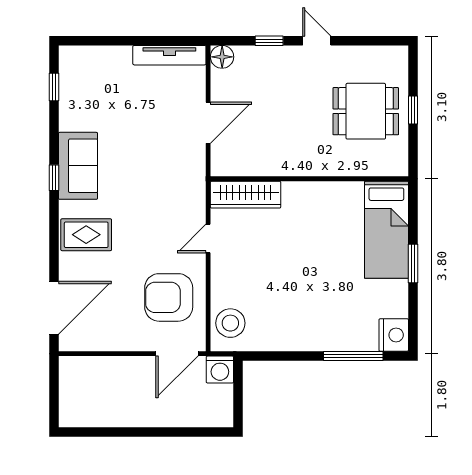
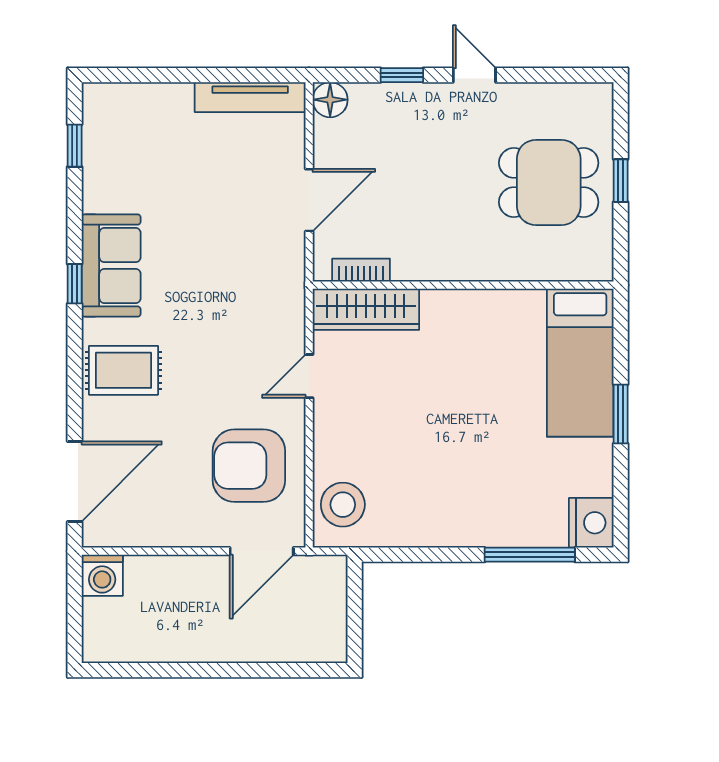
bookcase: (242, 169) -> (361, 270), added
washing machine: (220, 370) -> (102, 575), moved

